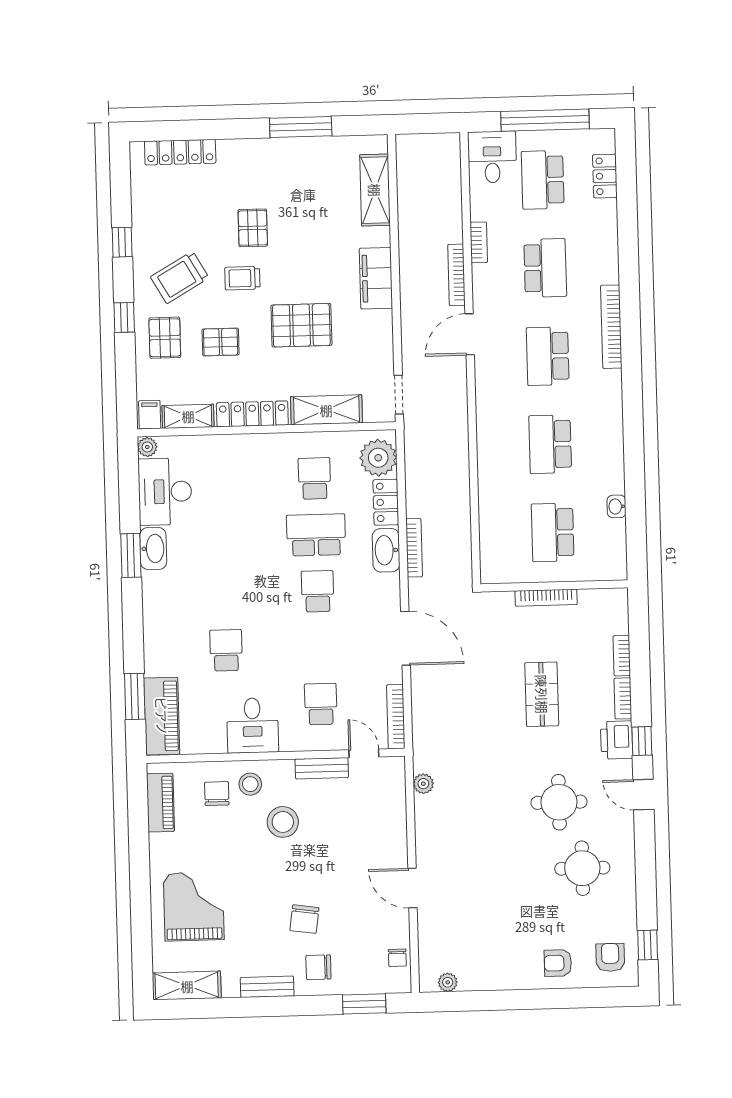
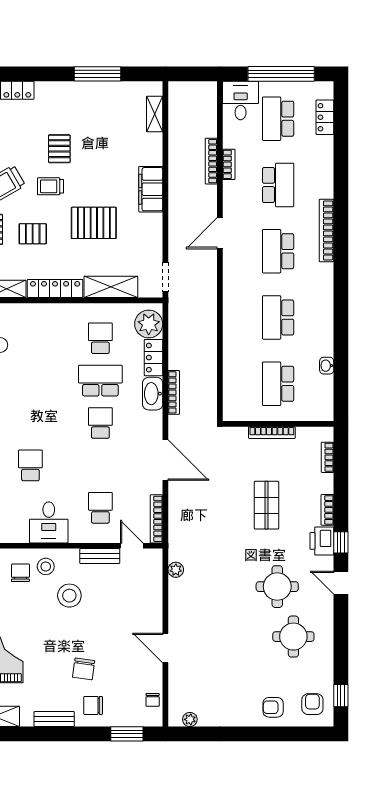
shelving: (375, 190) -> (155, 114), width x0.67, depth x0.75
bookcase: (456, 275) -> (211, 161), moved
bookcase: (622, 656) -> (327, 457), moved

